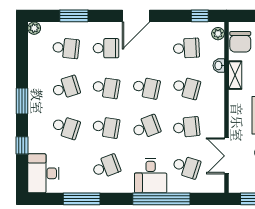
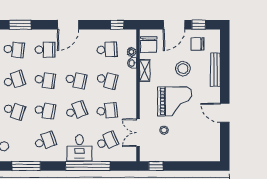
plant: (218, 34) -> (131, 52), moved
school desk: (186, 167) -> (107, 141), turned -42

